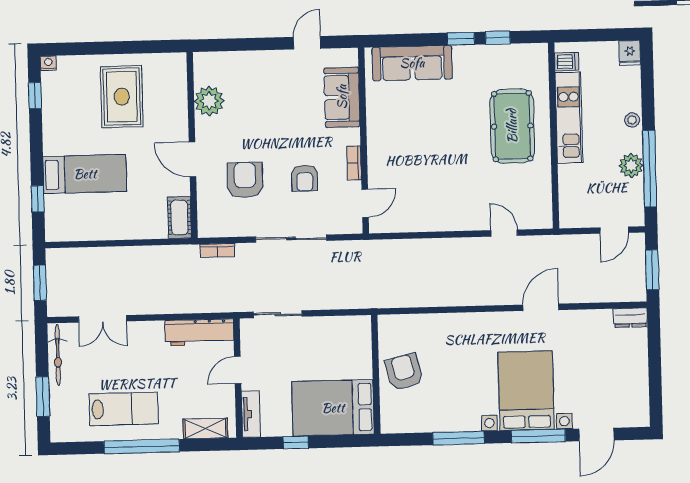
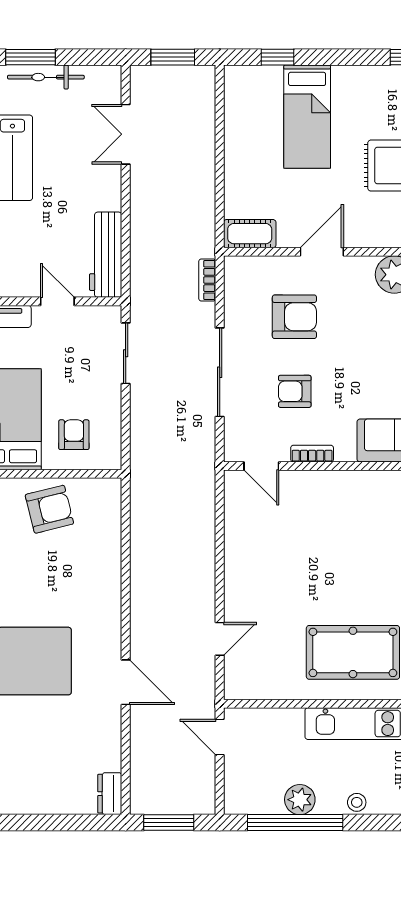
door: (614, 230) -> (220, 737), moved
armchair: (344, 354) -> (74, 435), added
bicycle: (58, 355) -> (46, 77), moved

